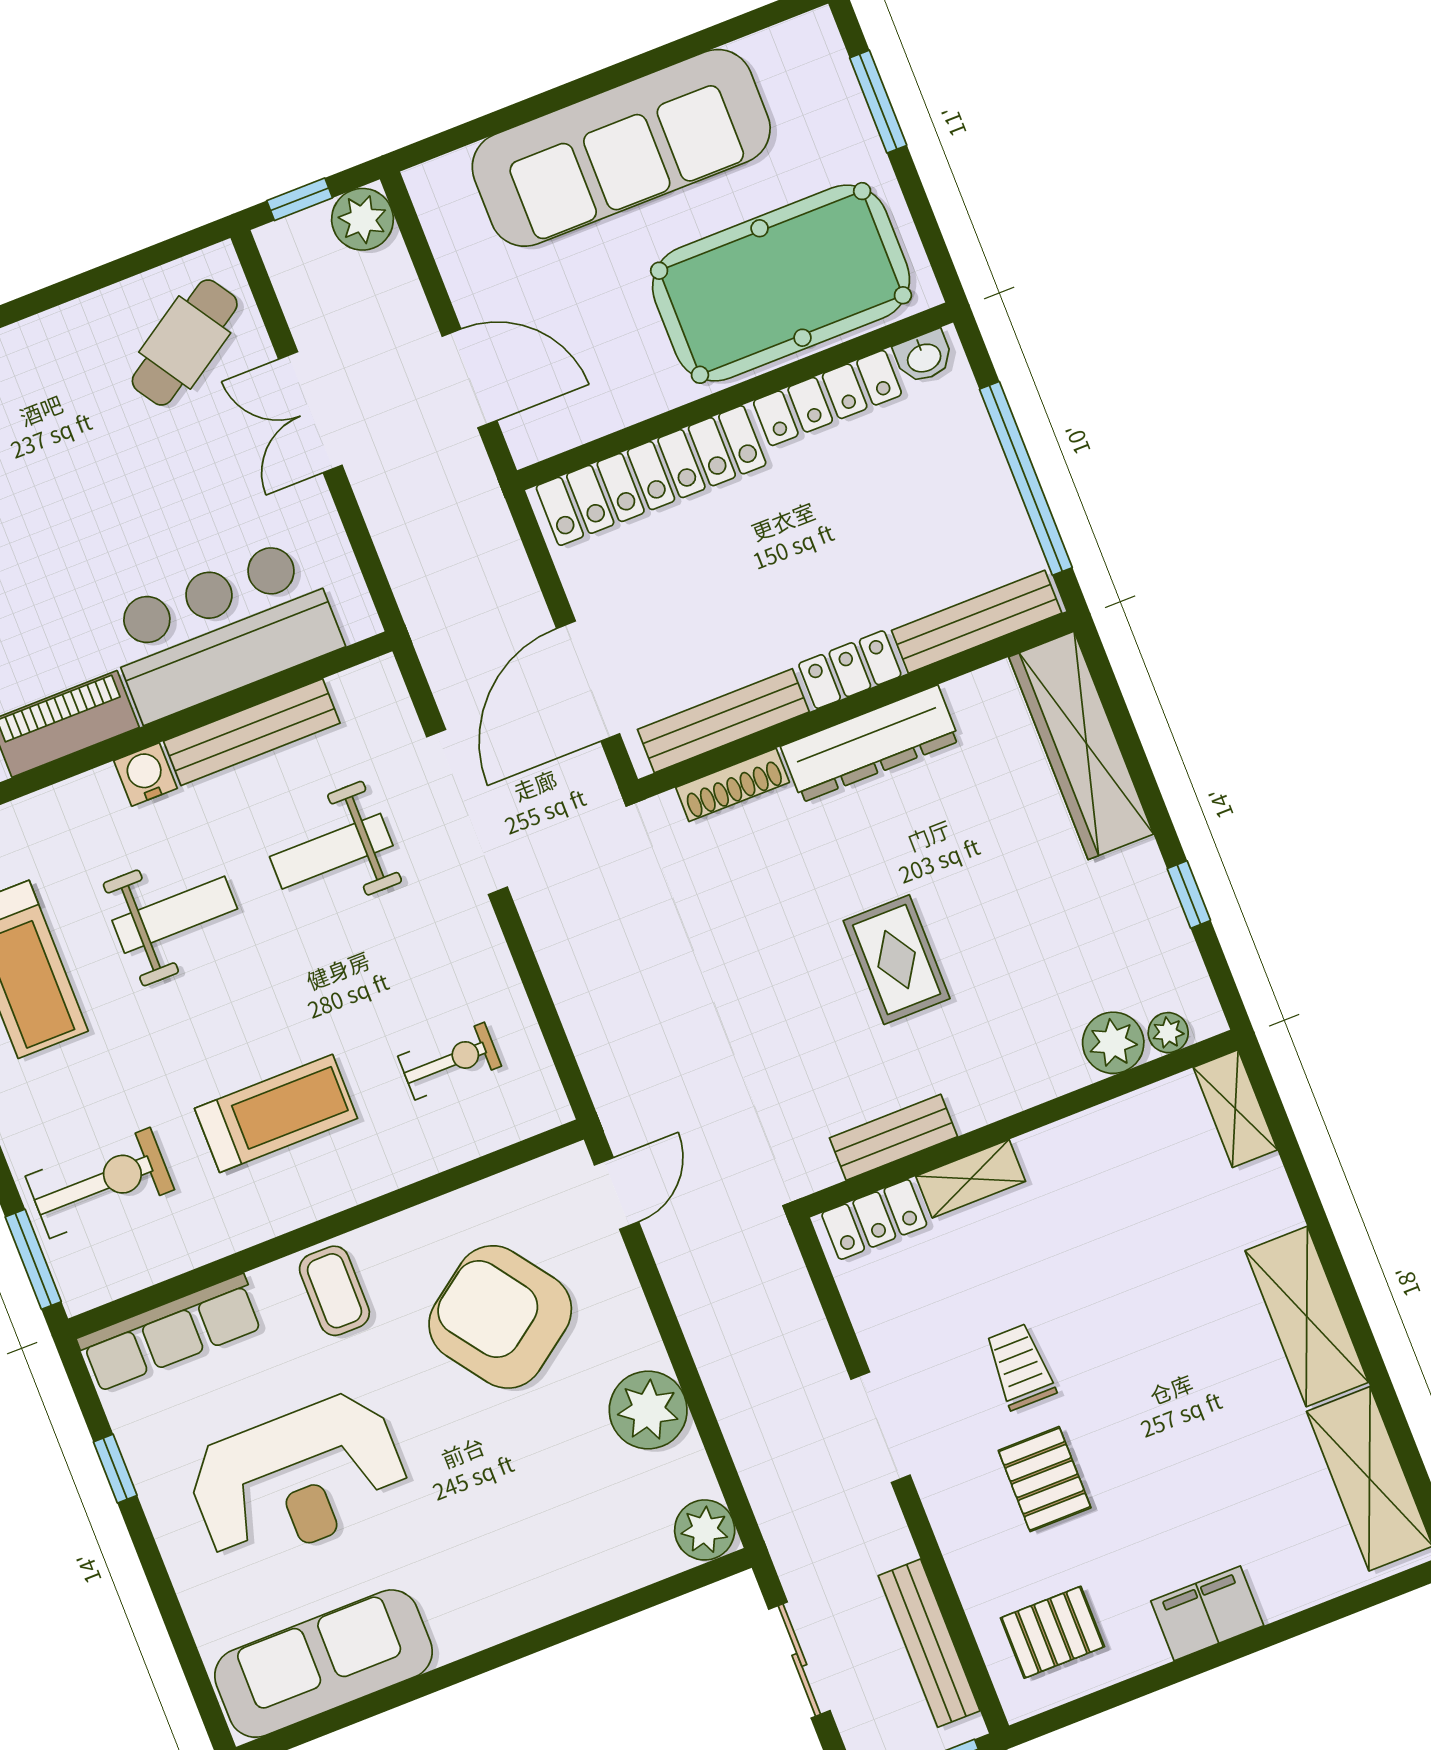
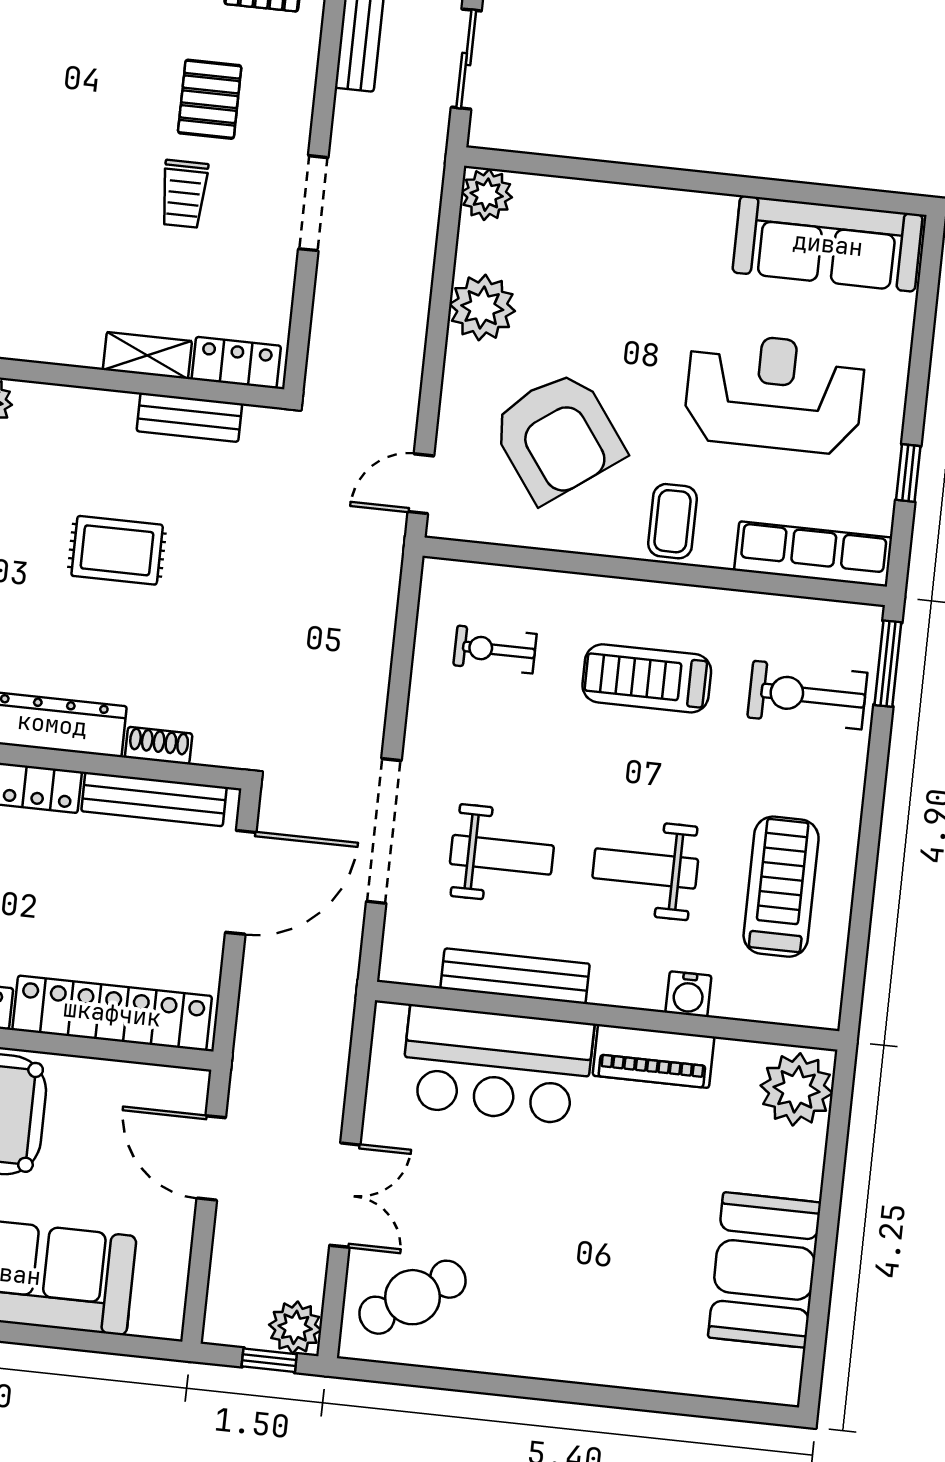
plant: (363, 219) -> (295, 1327), moved
water cooler: (146, 774) -> (688, 994), moved
shoe rack: (733, 785) -> (159, 746), width x0.70
rug: (897, 960) -> (117, 550), turned 90

